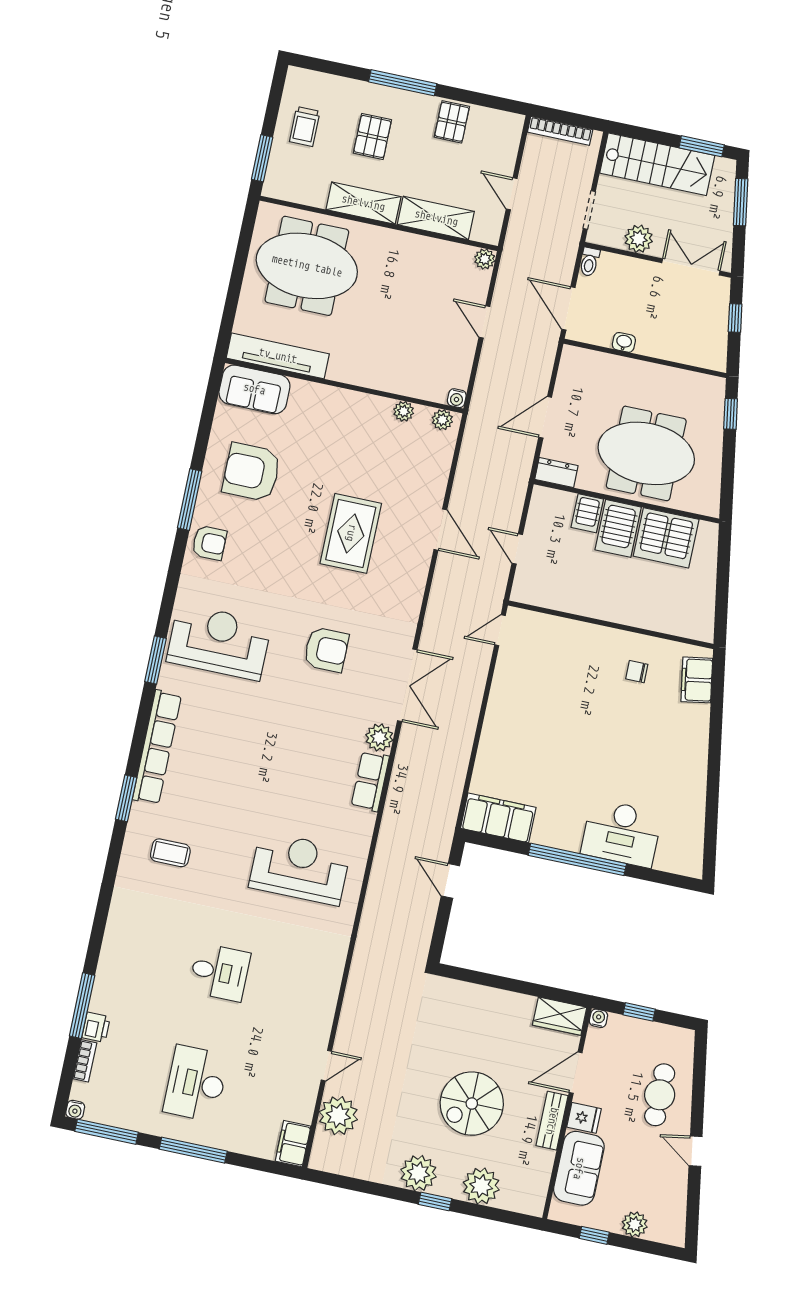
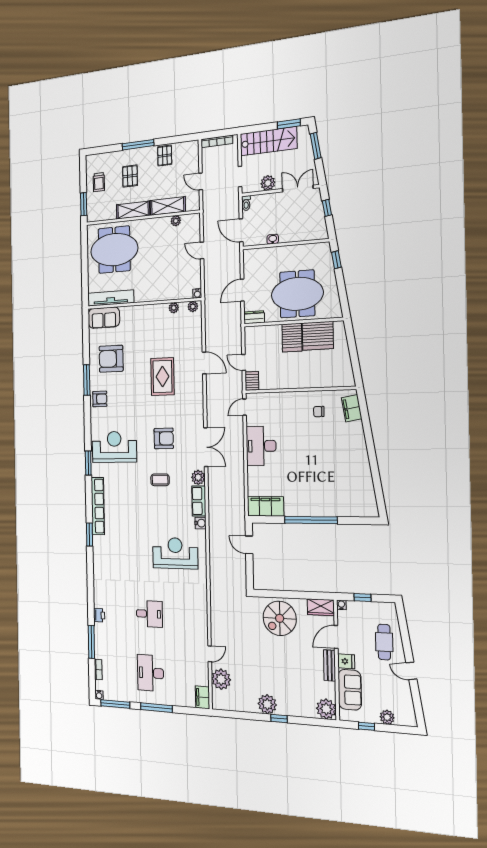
plant: (485, 259) -> (176, 221), moved
server rack: (587, 513) -> (252, 381), moved, turned 180
water cooler: (364, 823) -> (201, 523), added
desk: (621, 833) -> (261, 446), moved, turned 90
coffee table: (170, 853) -> (160, 480), moved
printer: (96, 1027) -> (99, 615), moved
spiral stairs: (472, 1104) -> (280, 618), moved
plant: (481, 1186) -> (326, 709), moved

